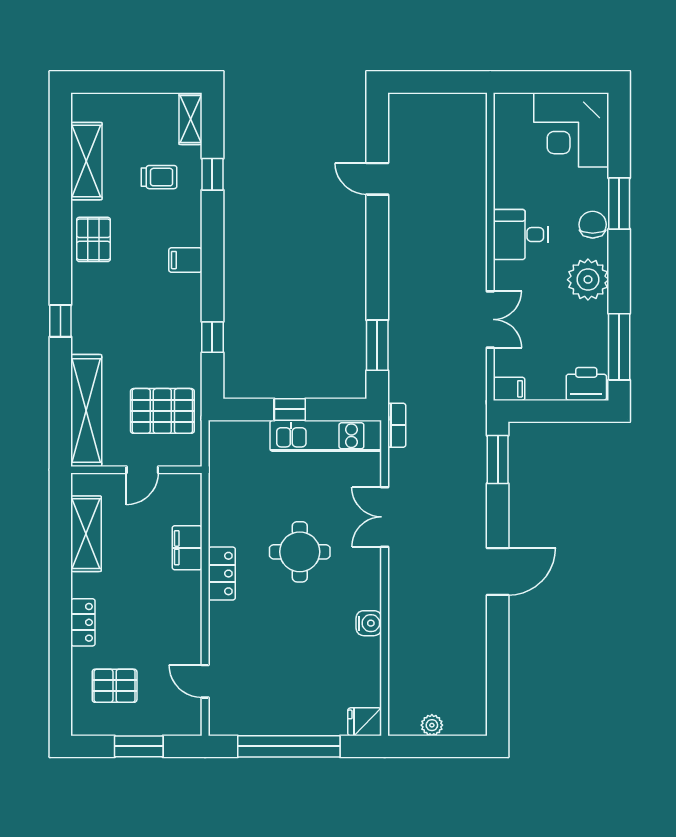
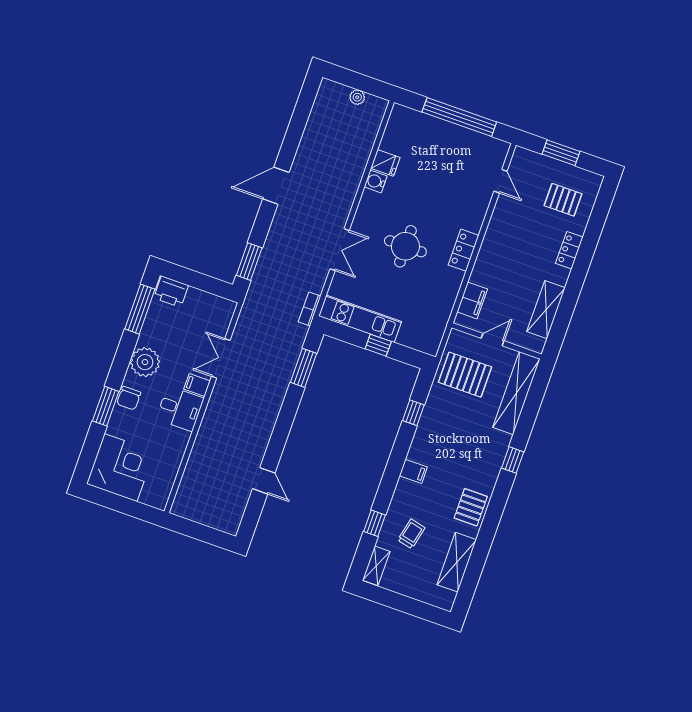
trolley: (159, 177) -> (411, 534), turned 103
filing cabinet: (509, 389) -> (197, 385), moved
filing cabinet: (187, 548) -> (472, 300), moved
fridge: (365, 722) -> (385, 163), moved

